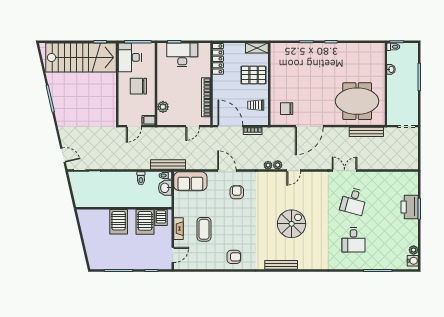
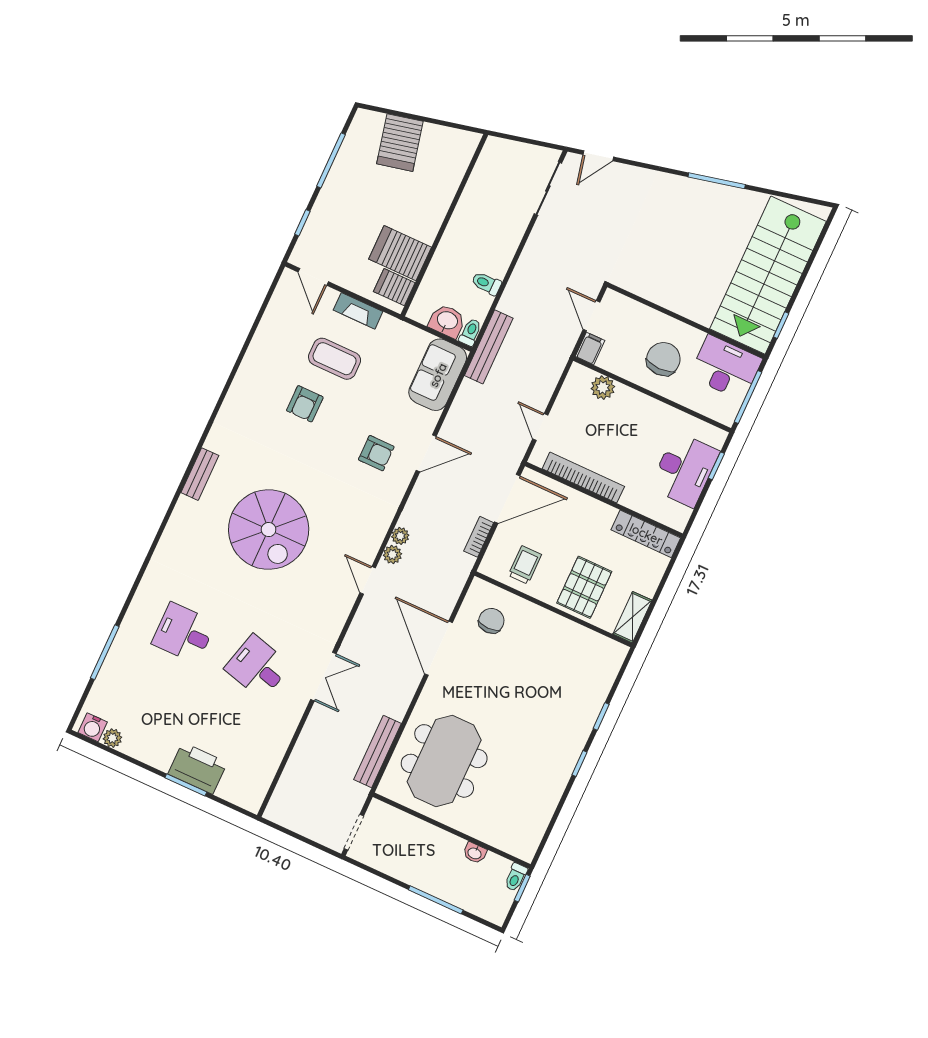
server rack: (119, 222) -> (400, 143), moved, turned -103
spiral stairs: (292, 224) -> (269, 530), width x1.37, depth x1.37
armchair: (234, 257) -> (305, 404), moved
bench: (281, 265) -> (200, 474), width x0.73

